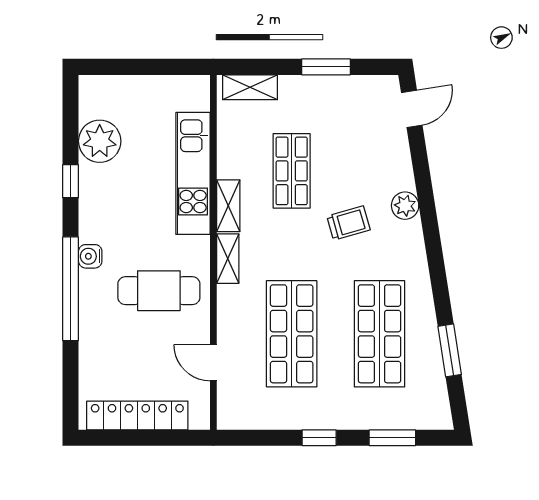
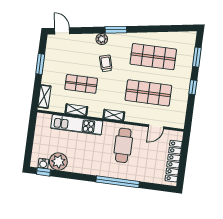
window: (71, 181) -> (44, 172), moved
shelving: (228, 206) -> (76, 110), moved
water cooler: (90, 256) -> (43, 164), moved
window: (450, 350) -> (116, 30), moved

